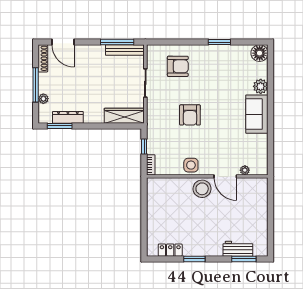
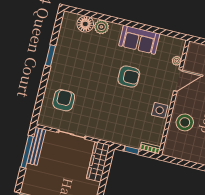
floor lamp: (260, 53) -> (85, 24), moved
sofa: (257, 114) -> (139, 40), moved
armchair: (190, 115) -> (129, 76), moved
stool: (202, 189) -> (185, 122), moved

